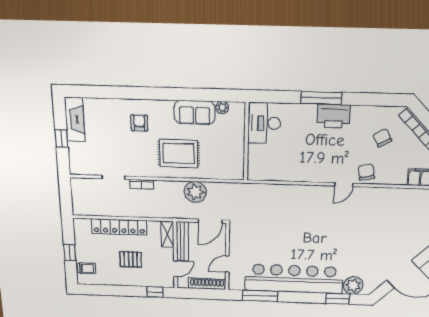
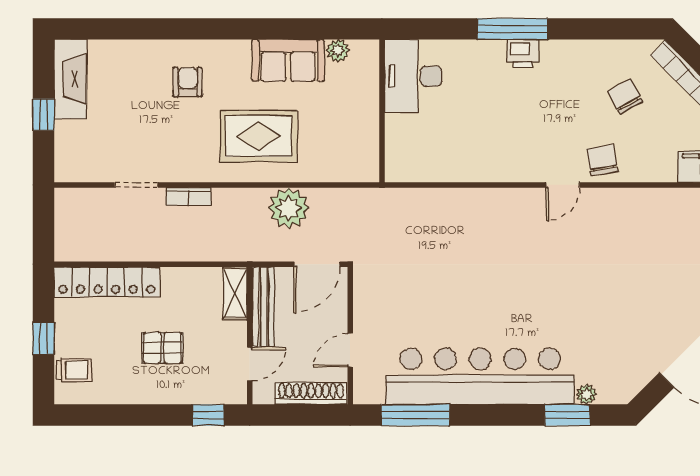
printer: (334, 116) -> (523, 53), width x0.53, depth x0.68
locker: (119, 227) -> (107, 282), moved
plant: (353, 285) -> (586, 394), width x0.53, depth x0.53

